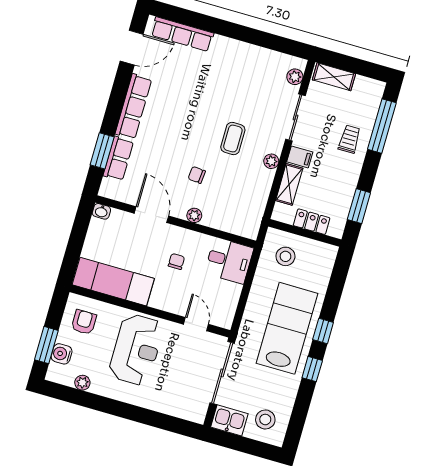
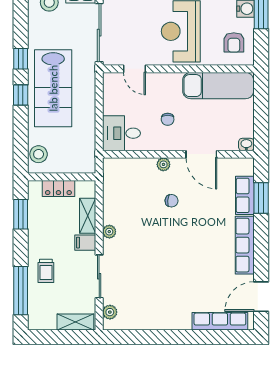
coffee table: (233, 139) -> (149, 242), removed
stool: (285, 256) -> (39, 154), moved

